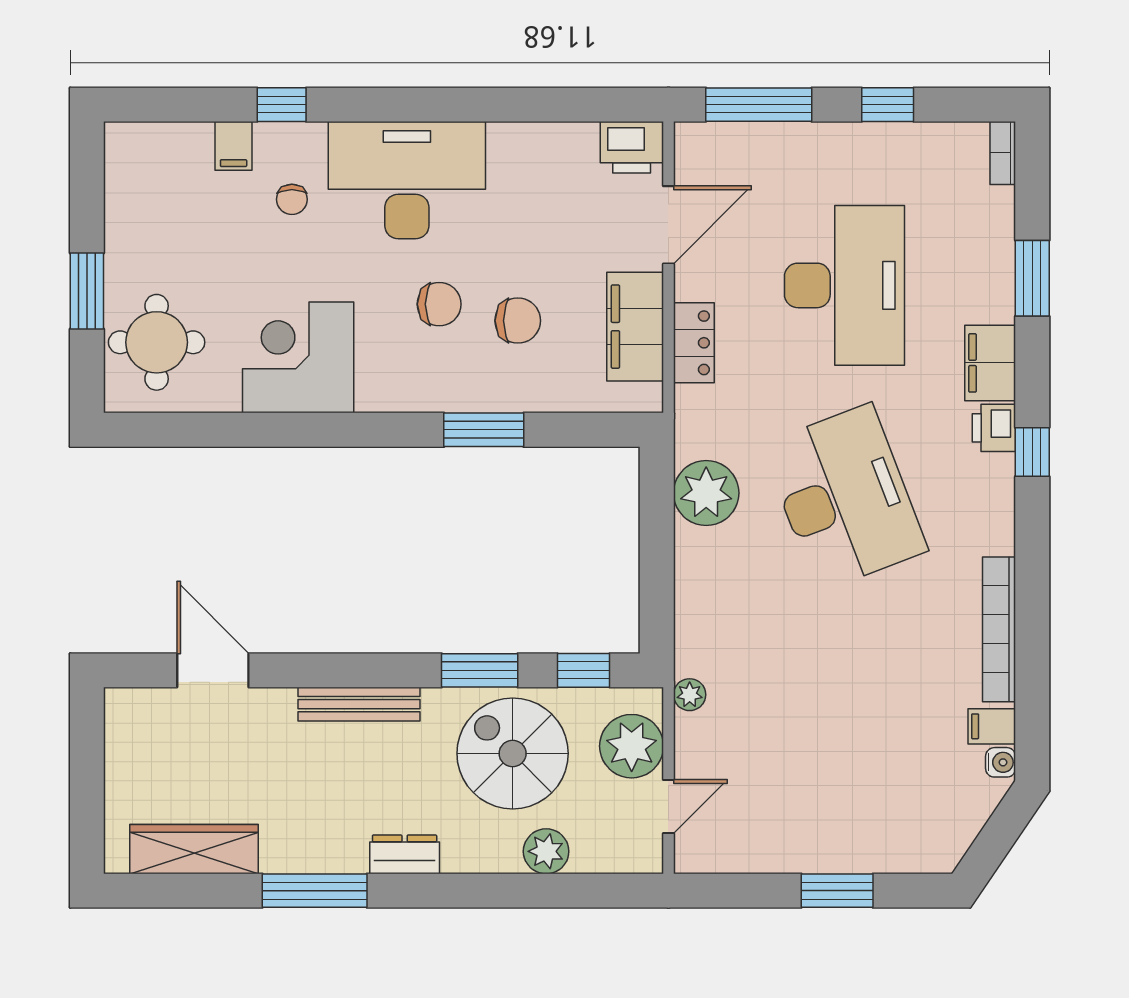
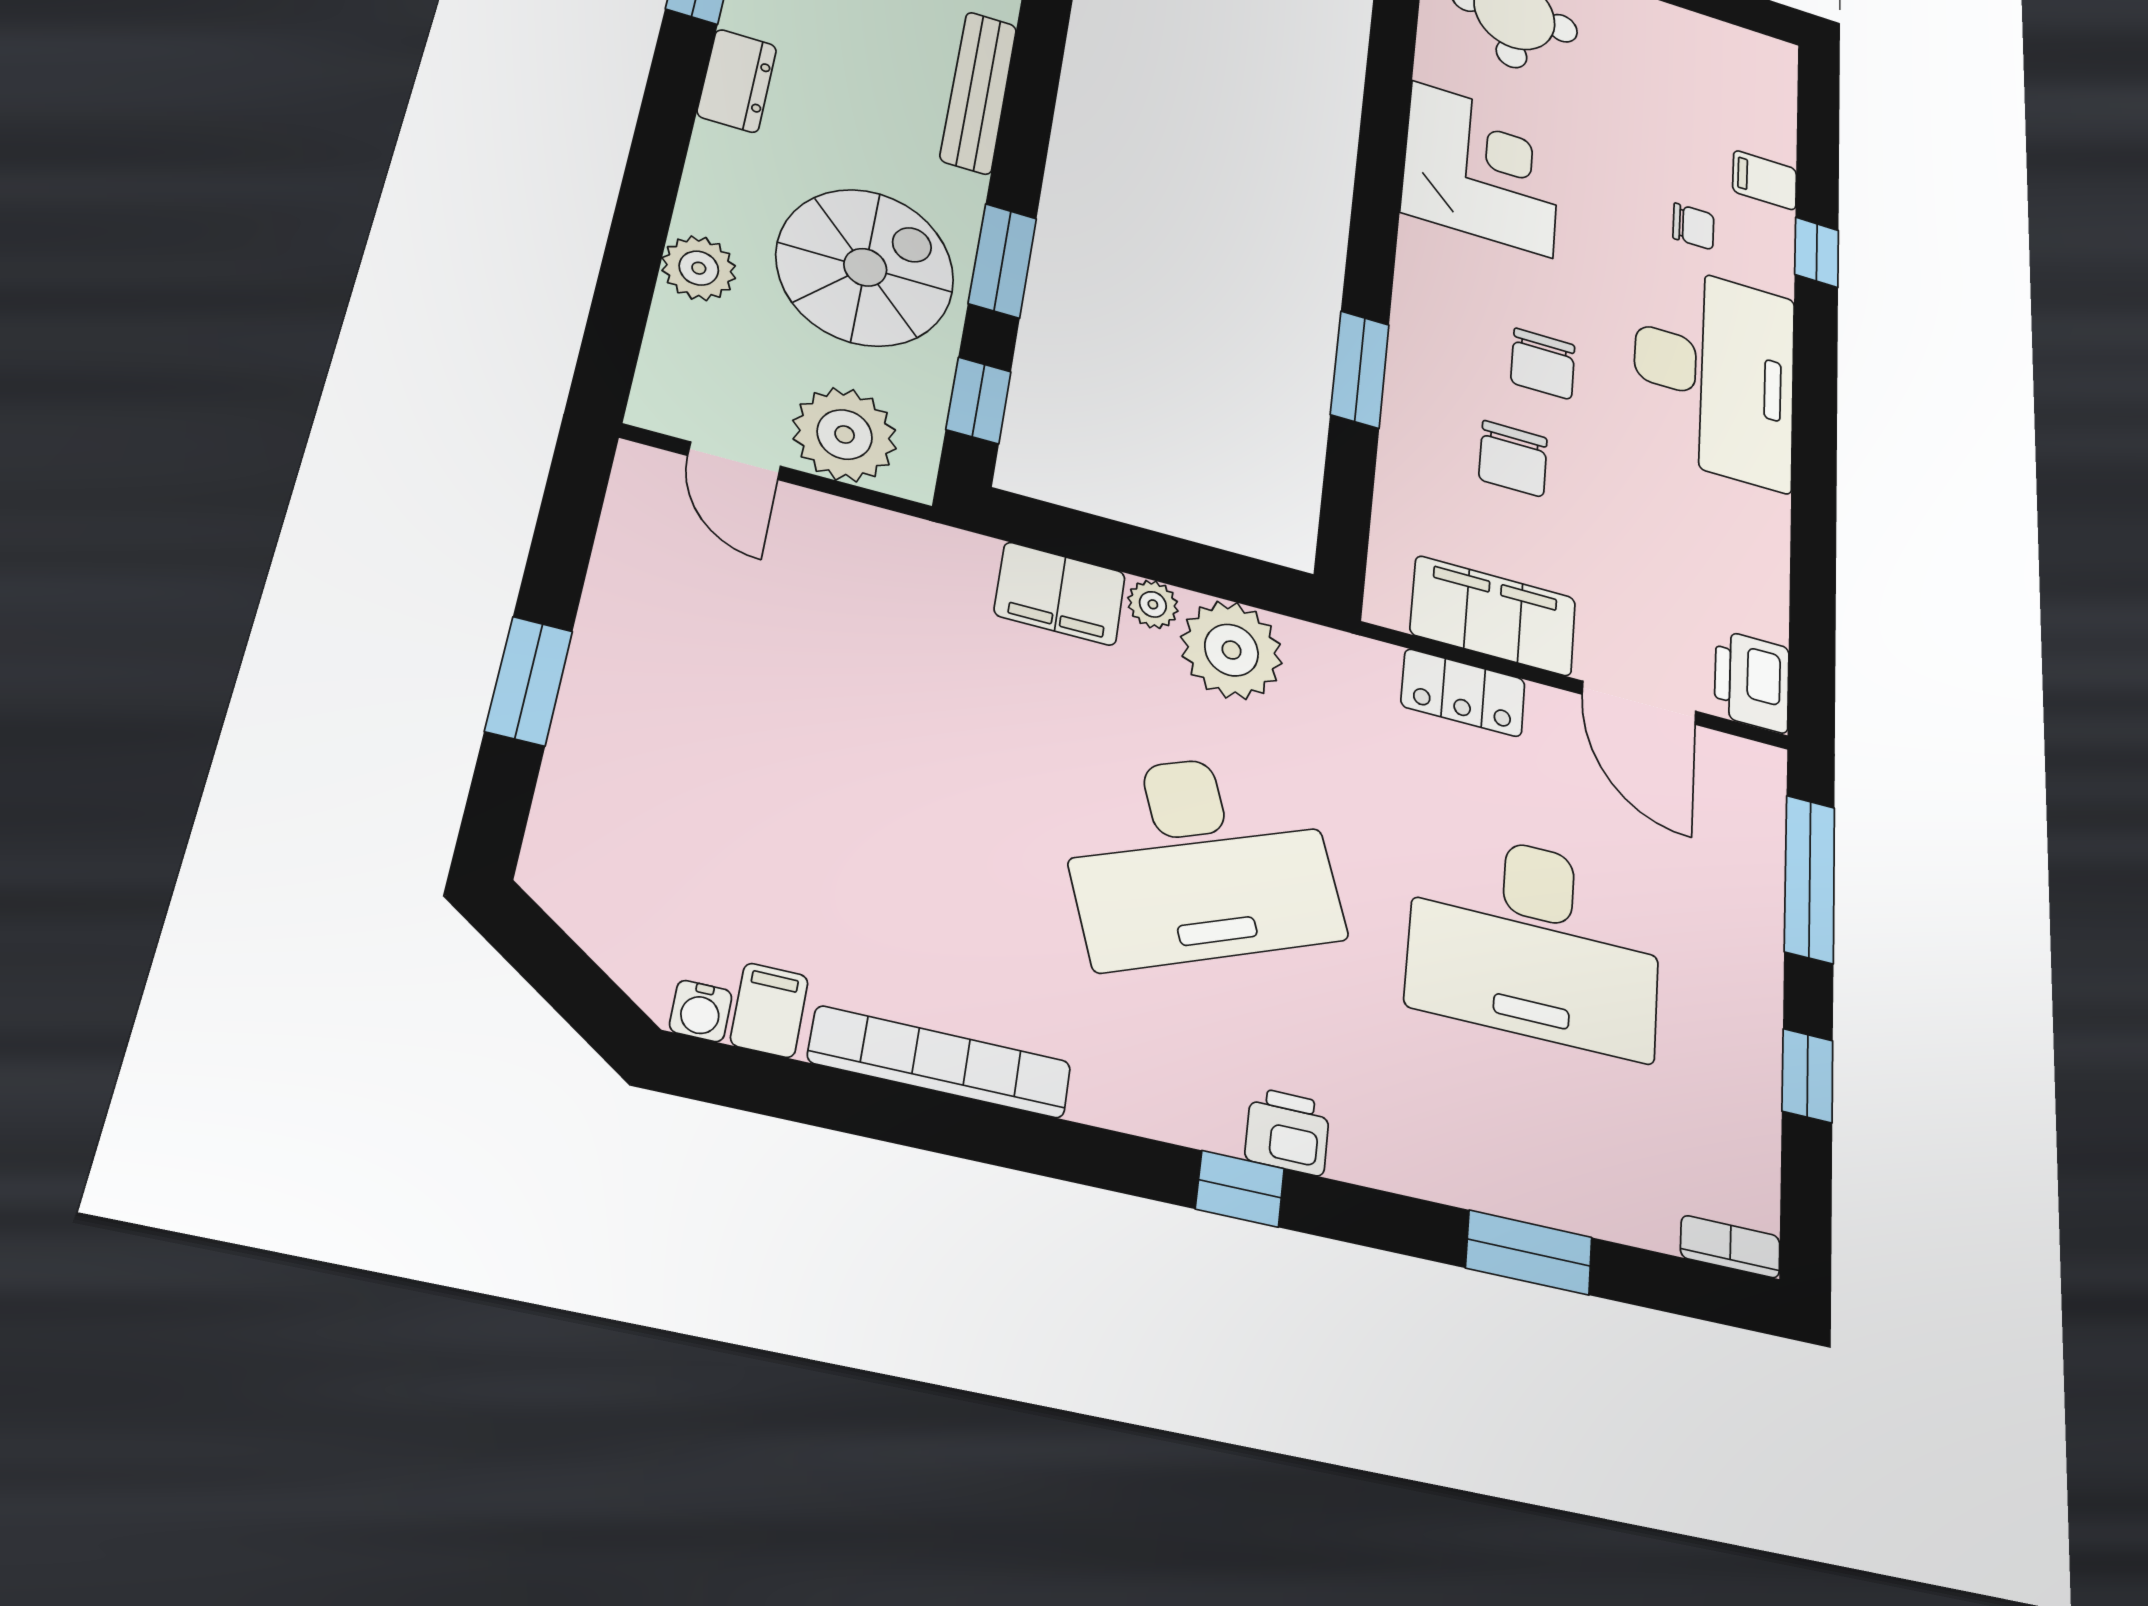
chair: (292, 199) -> (1693, 226), turned 180
filing cabinet: (990, 363) -> (1060, 594), moved, turned 180
plant: (690, 695) -> (1153, 604), moved

